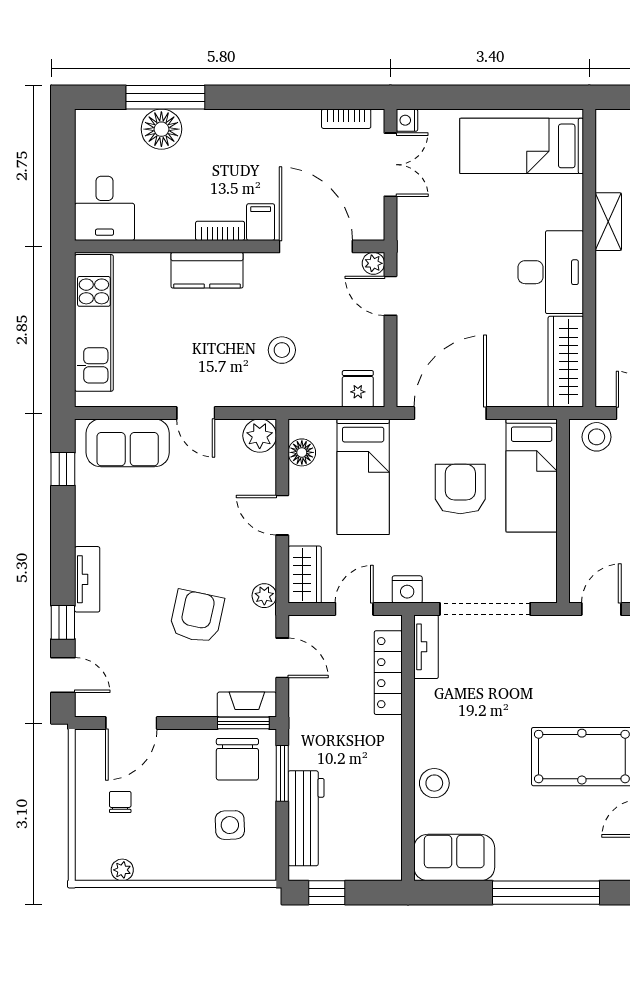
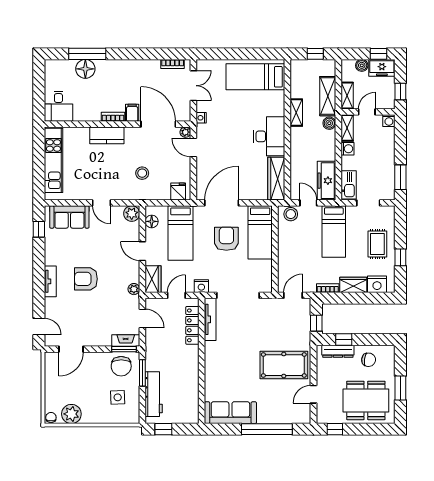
nightstand: (407, 120) -> (201, 118), moved
armchair: (197, 616) -> (86, 279), moved, turned -102
window: (63, 622) -> (39, 302), removed
tv unit: (426, 647) -> (210, 319), width x1.41
stool: (434, 783) -> (214, 378), removed
chair: (120, 802) -> (51, 417), moved
sofa: (454, 858) -> (230, 413), width x1.36
plant: (122, 870) -> (71, 414), width x1.87, depth x1.87

